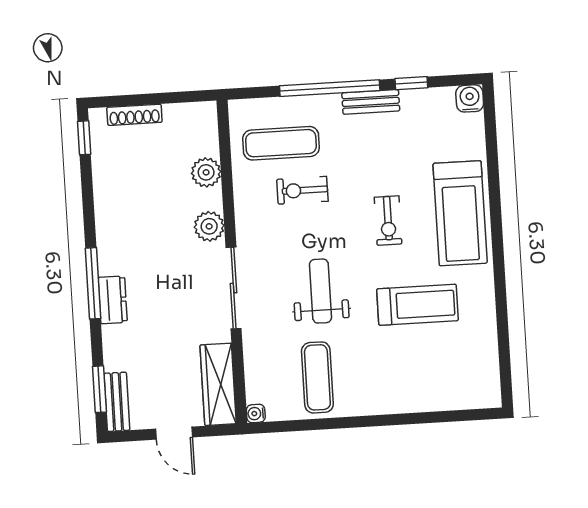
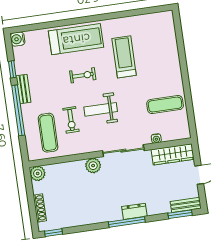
plant: (206, 172) -> (38, 173), moved
weight bench: (320, 291) -> (101, 109), moved
water cooler: (256, 414) -> (156, 138), moved

